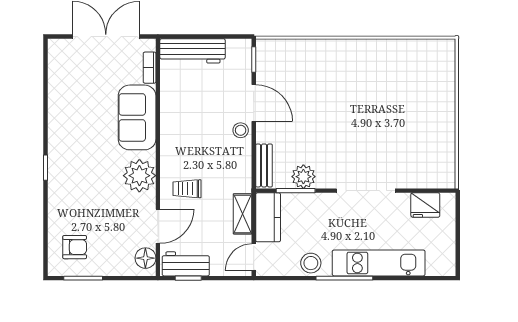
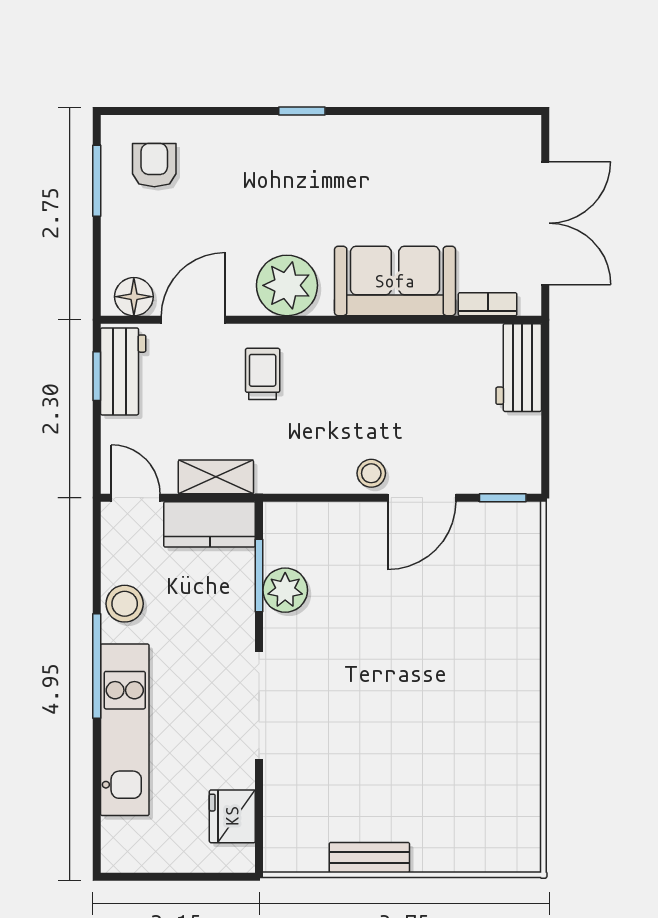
workbench: (193, 51) -> (519, 368), width x0.73
bench: (264, 165) -> (369, 858), moved
door: (158, 226) -> (193, 320), swing flipped
armchair: (75, 247) -> (154, 165), turned 180

